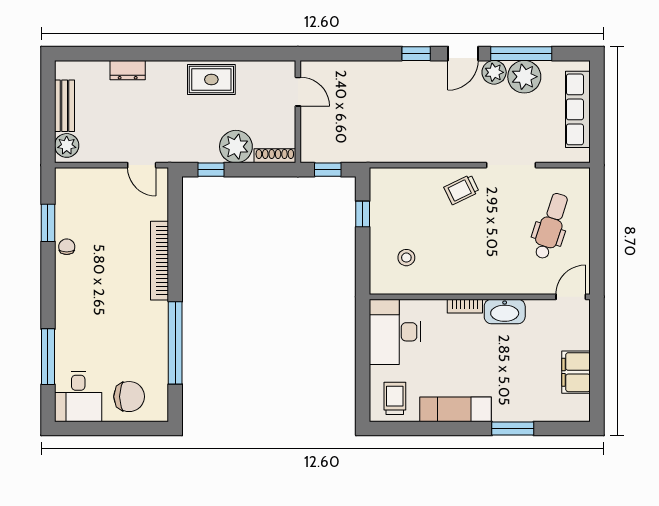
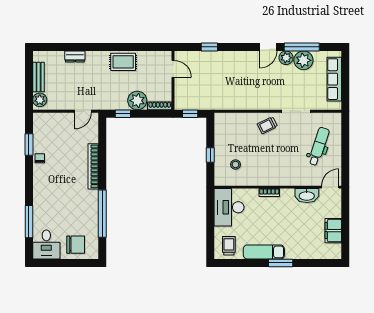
window: (416, 54) -> (209, 47), moved
door: (142, 165) -> (83, 111), hinge flipped
window: (363, 214) -> (210, 155), moved
washbasin: (505, 311) -> (307, 196), moved
window: (513, 428) -> (281, 263), moved

